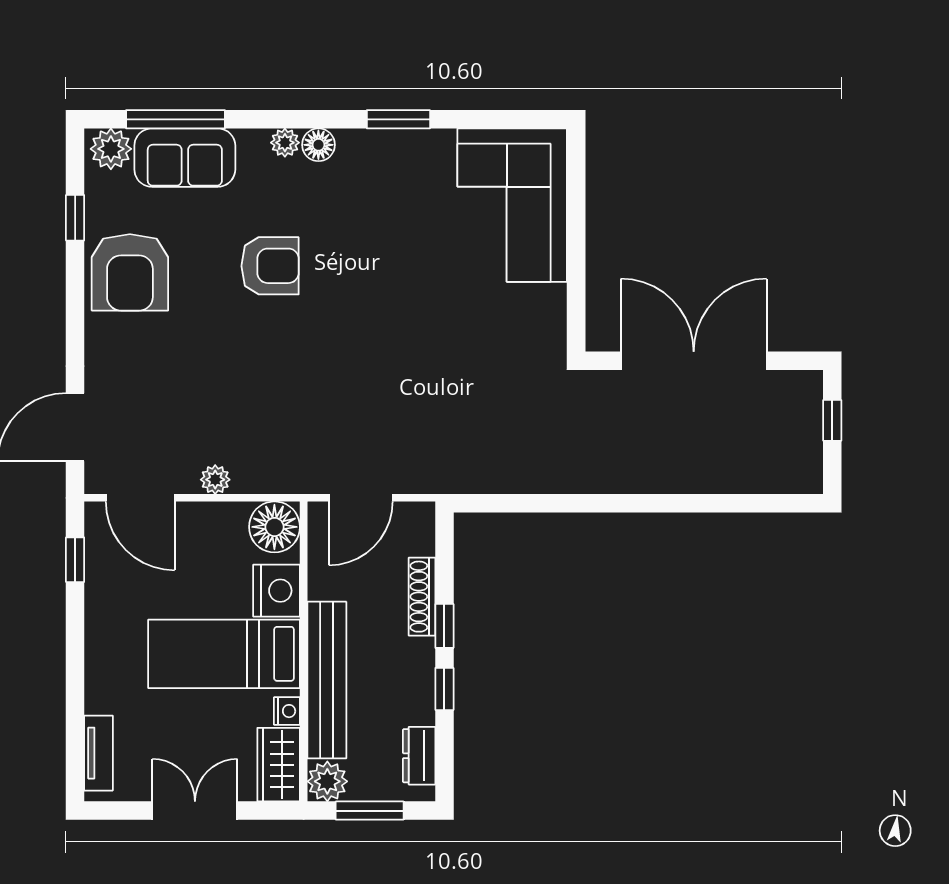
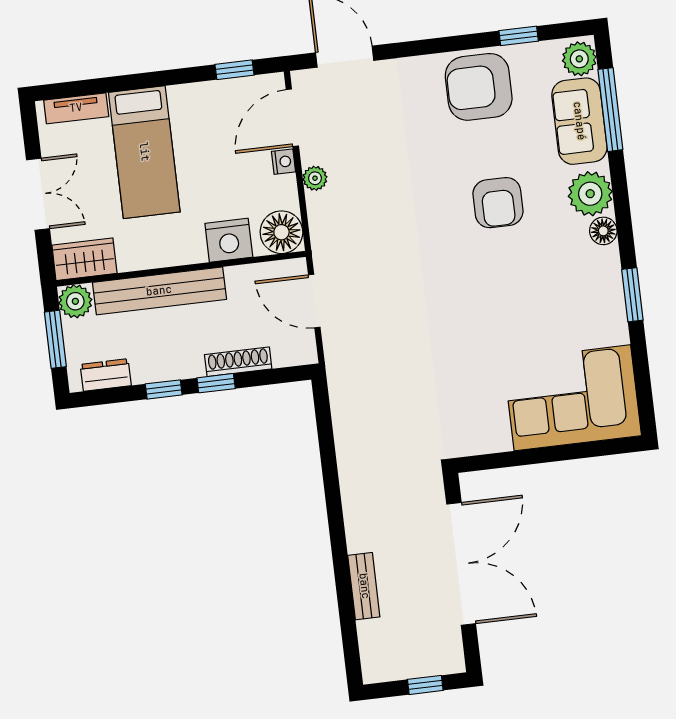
plant: (285, 143) -> (590, 194), width x1.88, depth x1.88
bench: (706, 479) -> (364, 586), added
bed: (224, 654) -> (144, 152), moved, turned 180
nightstand: (287, 711) -> (284, 162), moved, turned -90

